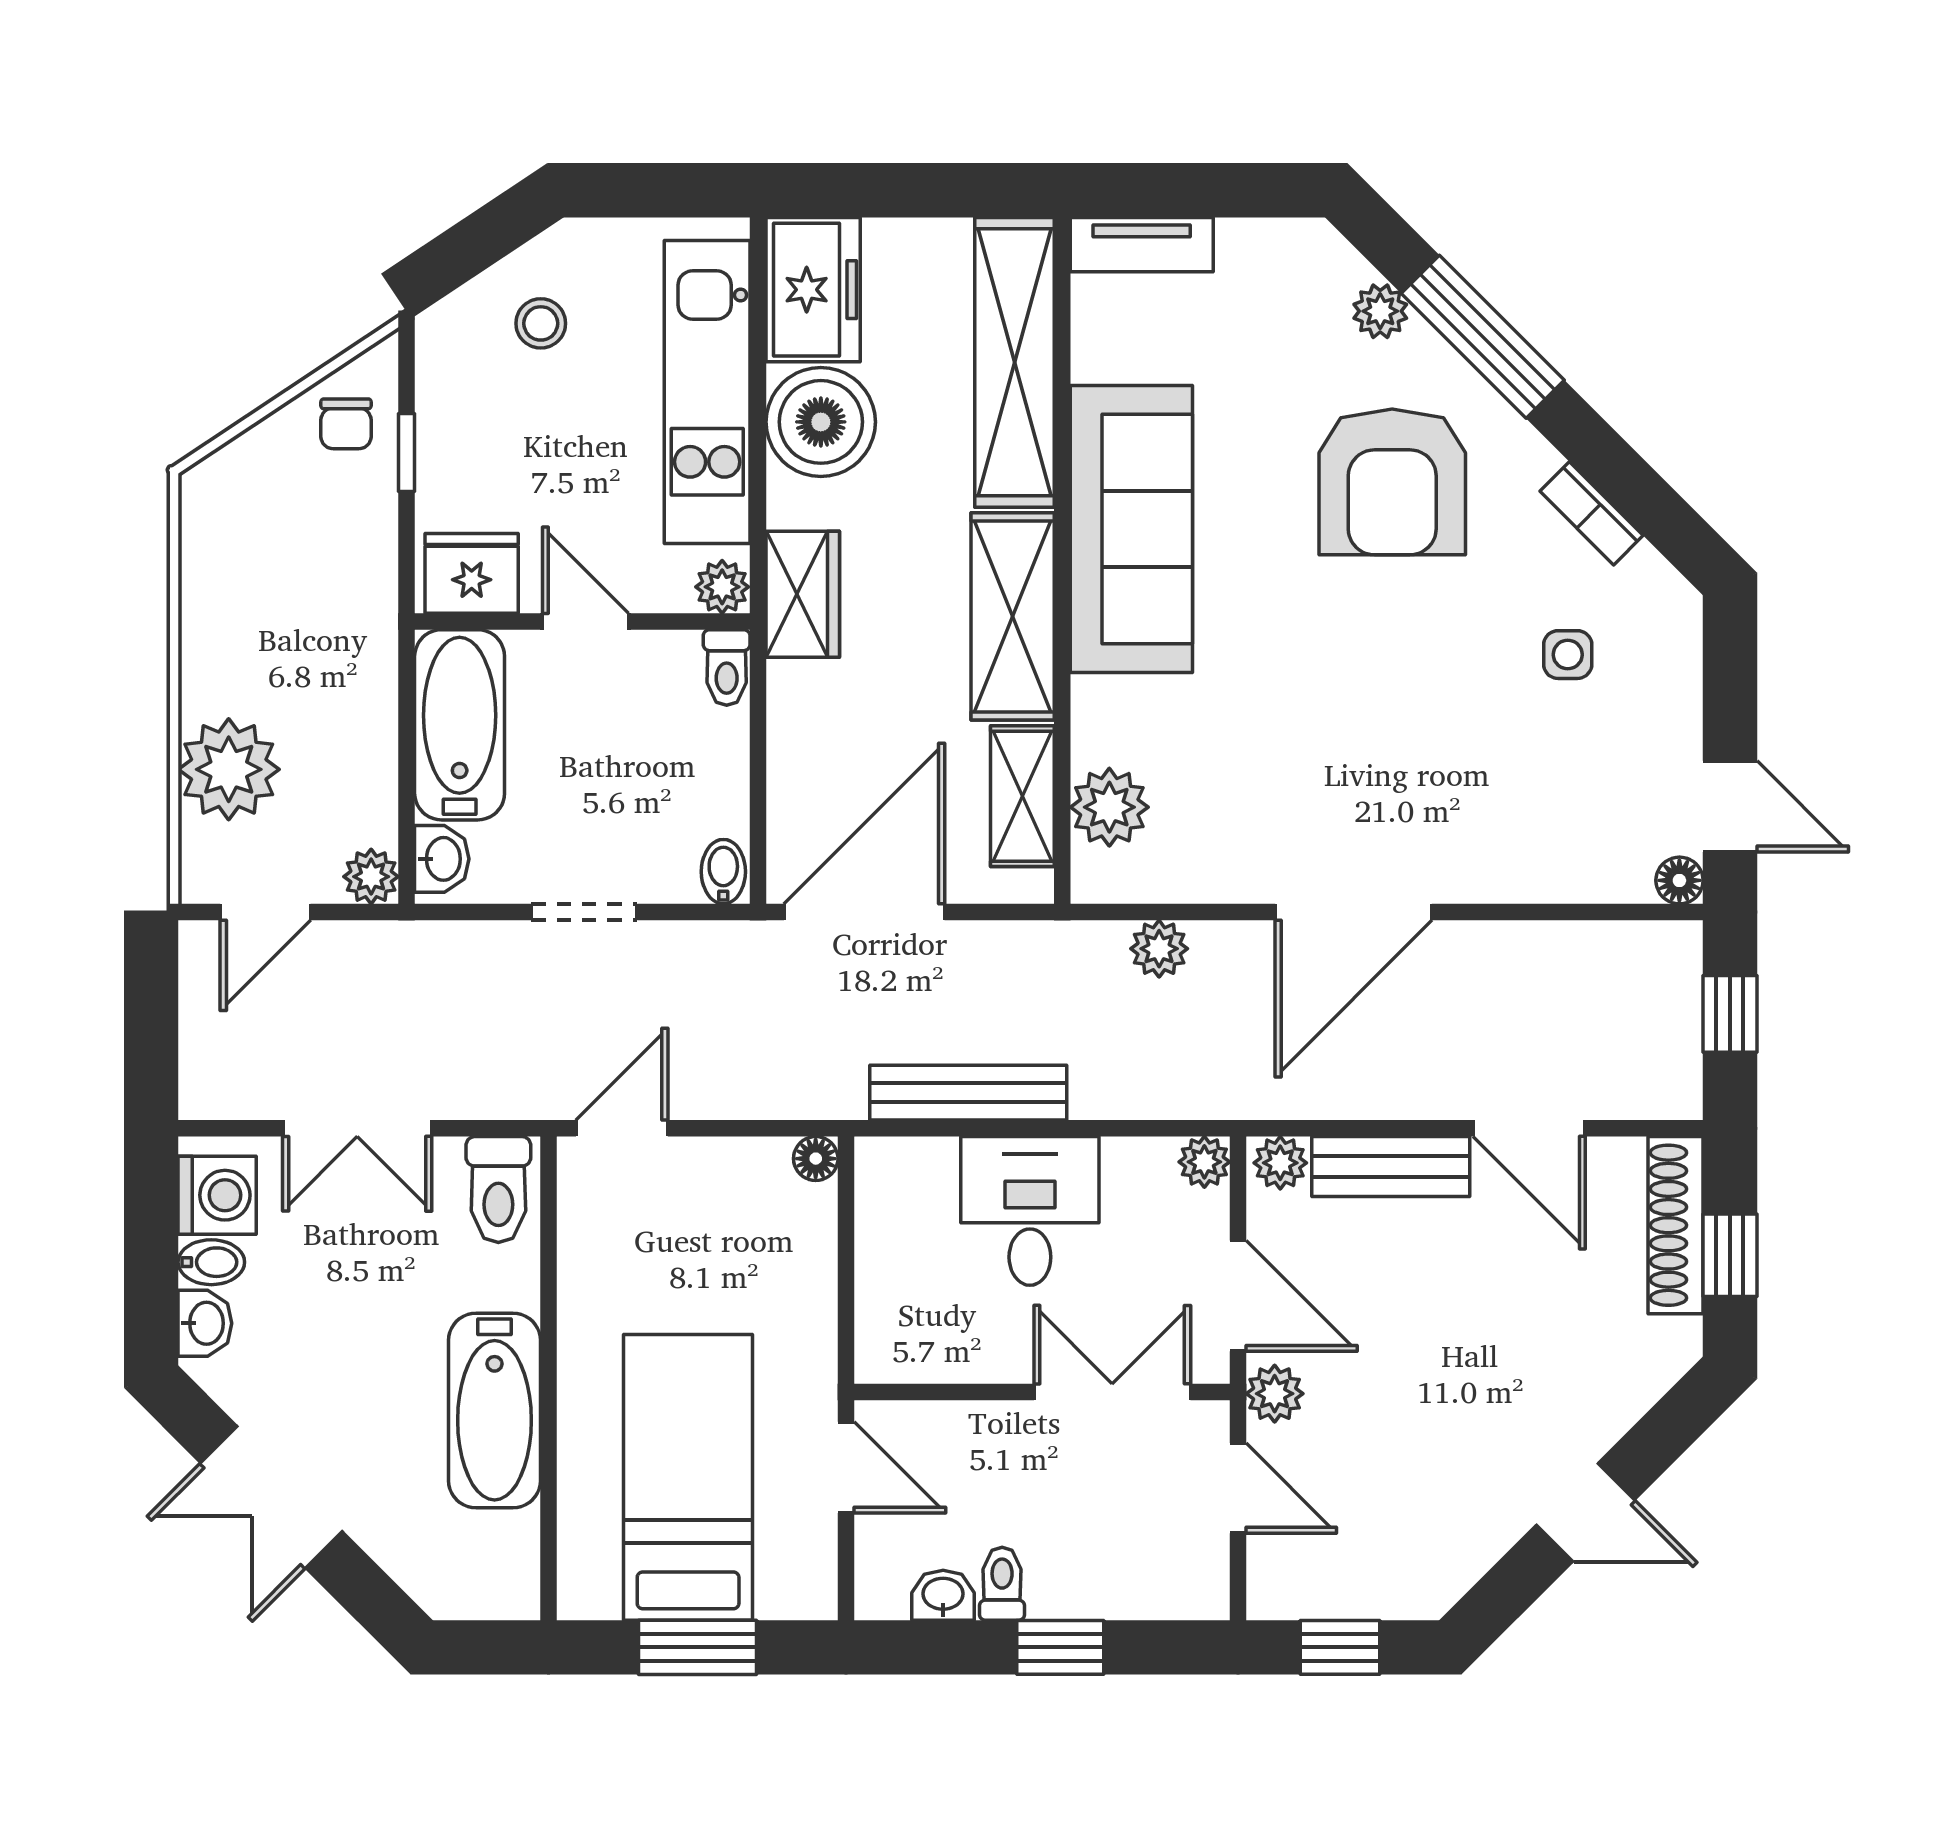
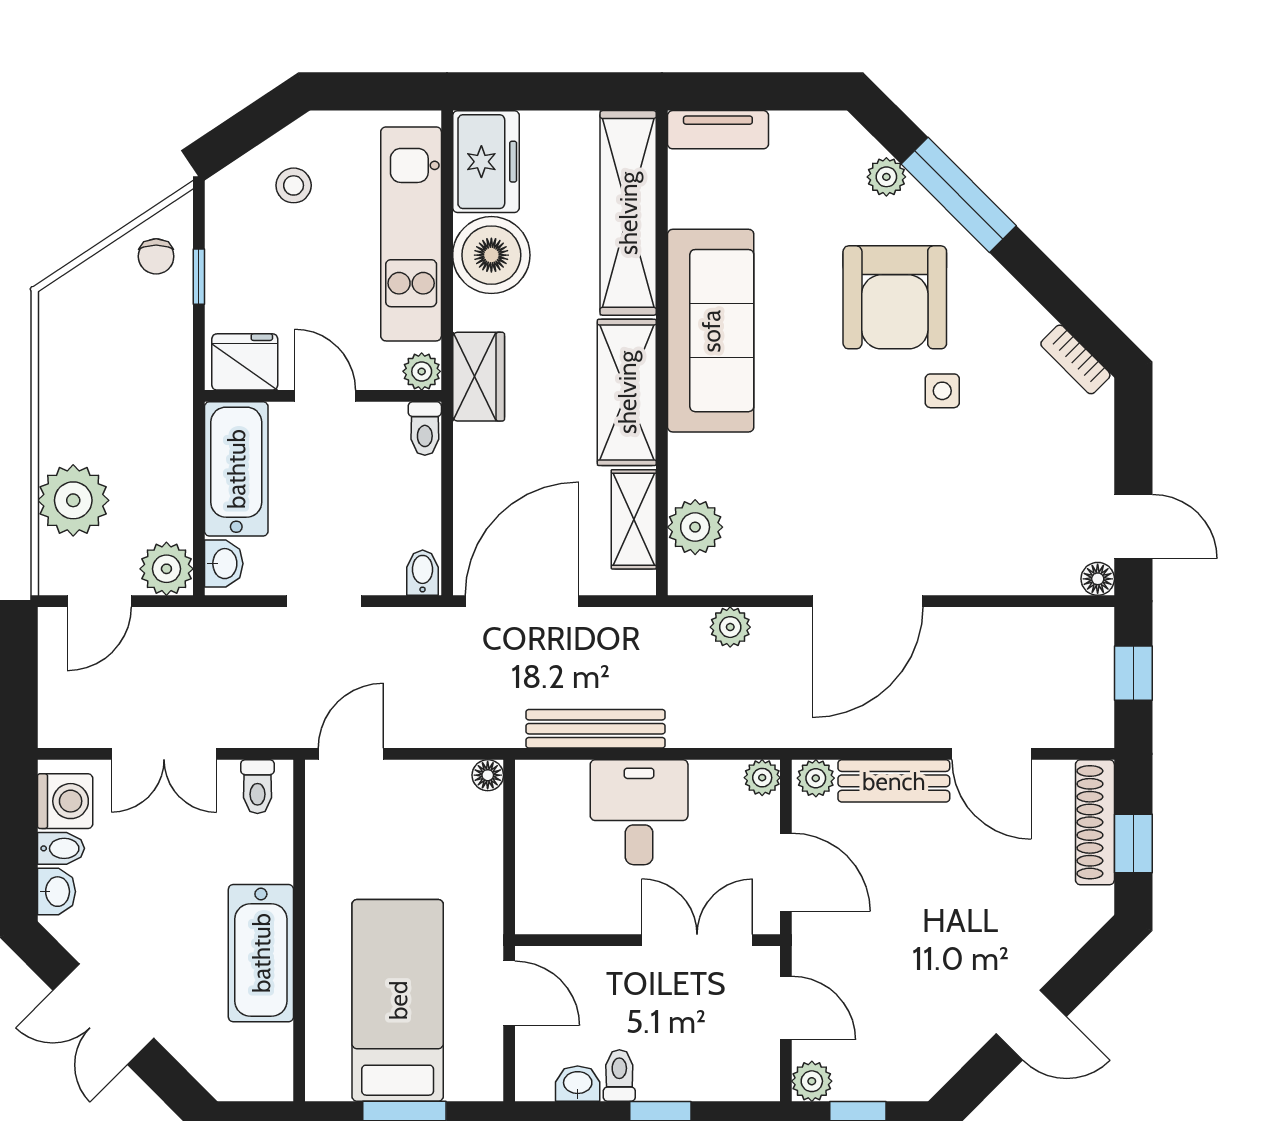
bookcase: (1592, 513) -> (1075, 359), moved
side table: (1568, 655) -> (942, 391), moved
plant: (371, 877) -> (166, 569), width x1.38, depth x1.38
toilet: (498, 1190) -> (257, 787), width x0.73, depth x0.72
plant: (1275, 1394) -> (812, 1081), moved

